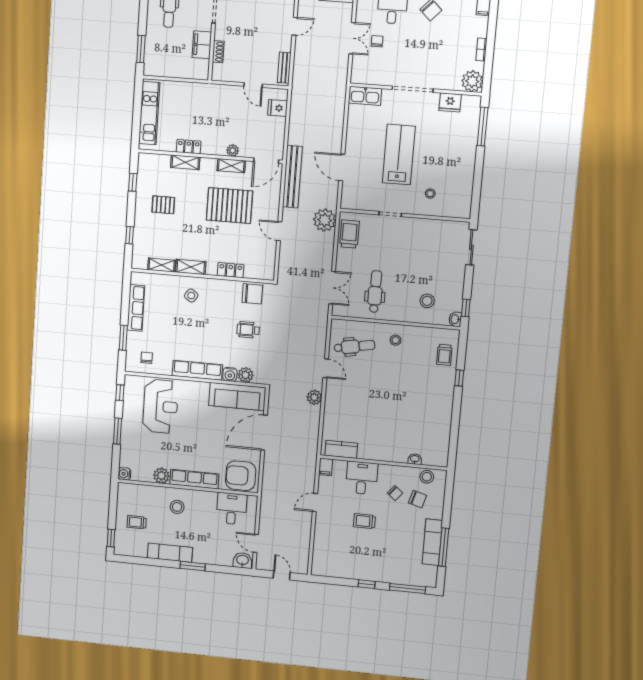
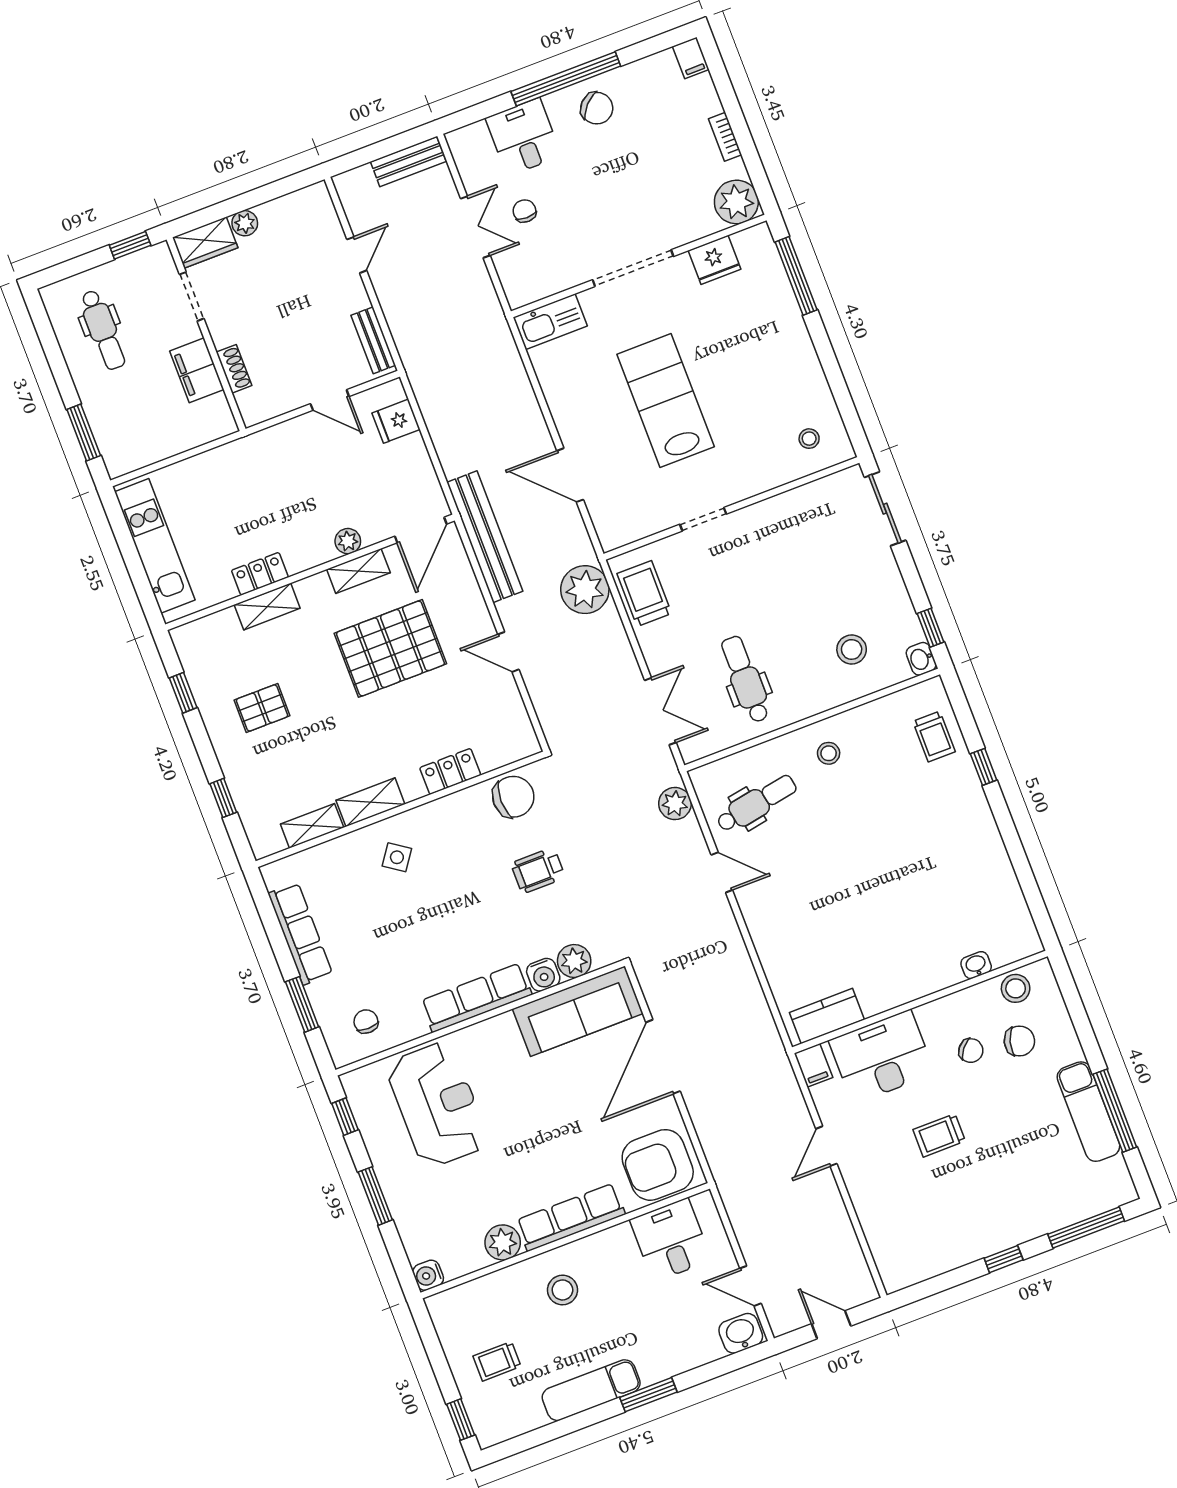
stool: (430, 194) -> (809, 439), moved
plant: (314, 397) -> (675, 804), moved
desk: (362, 478) -> (882, 1057), width x1.37

